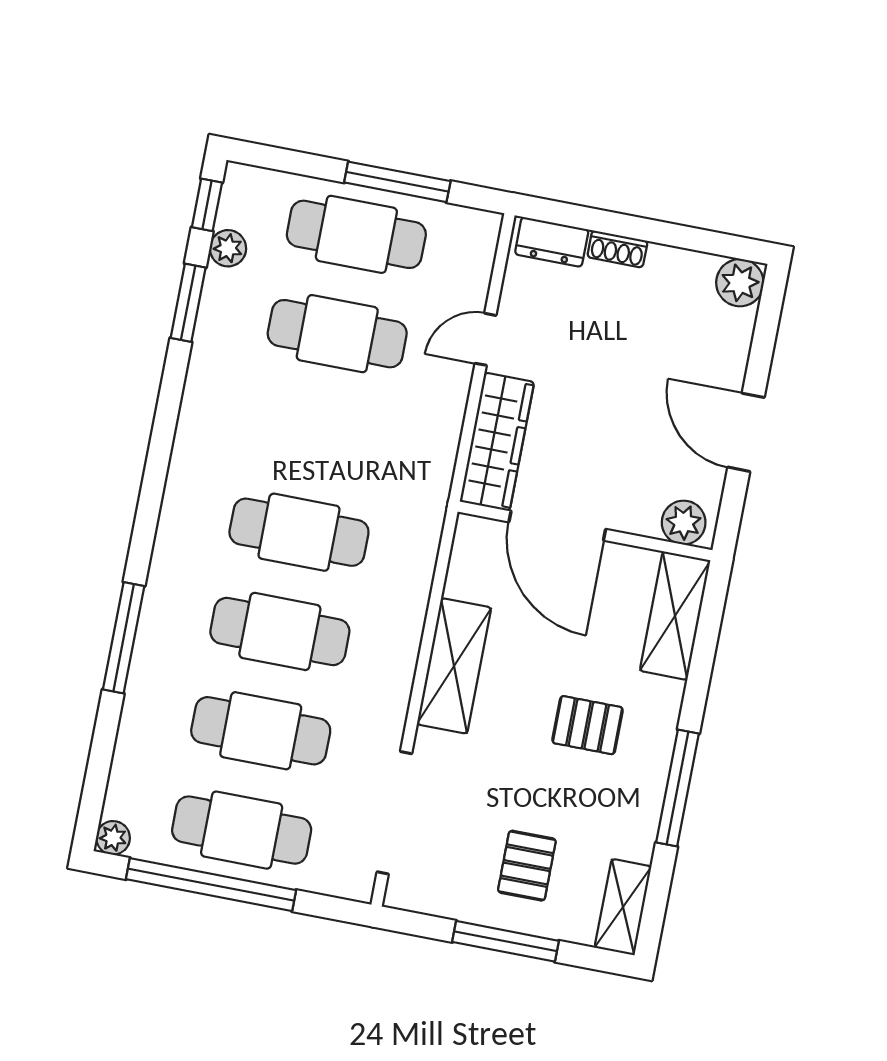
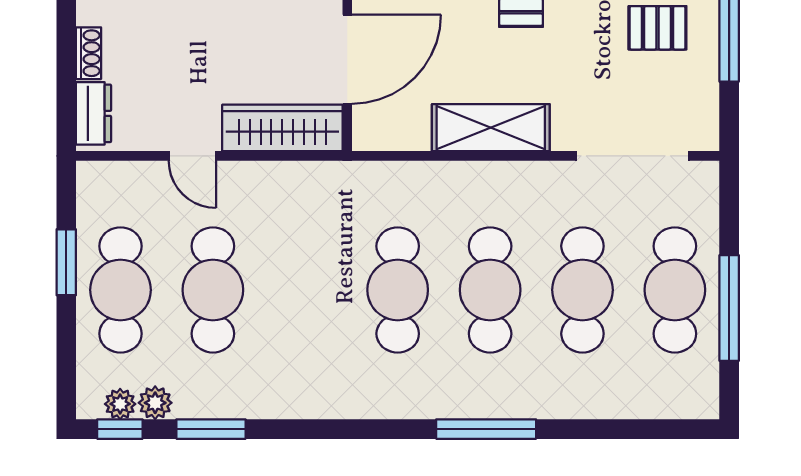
window: (397, 182) -> (66, 262), width x0.69
window: (124, 638) -> (486, 429), moved
plant: (113, 838) -> (120, 404), moved
window: (211, 885) -> (729, 308), width x0.68

